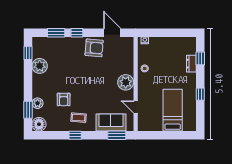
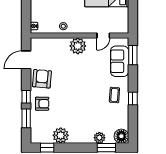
armchair: (64, 99) -> (42, 104), moved

